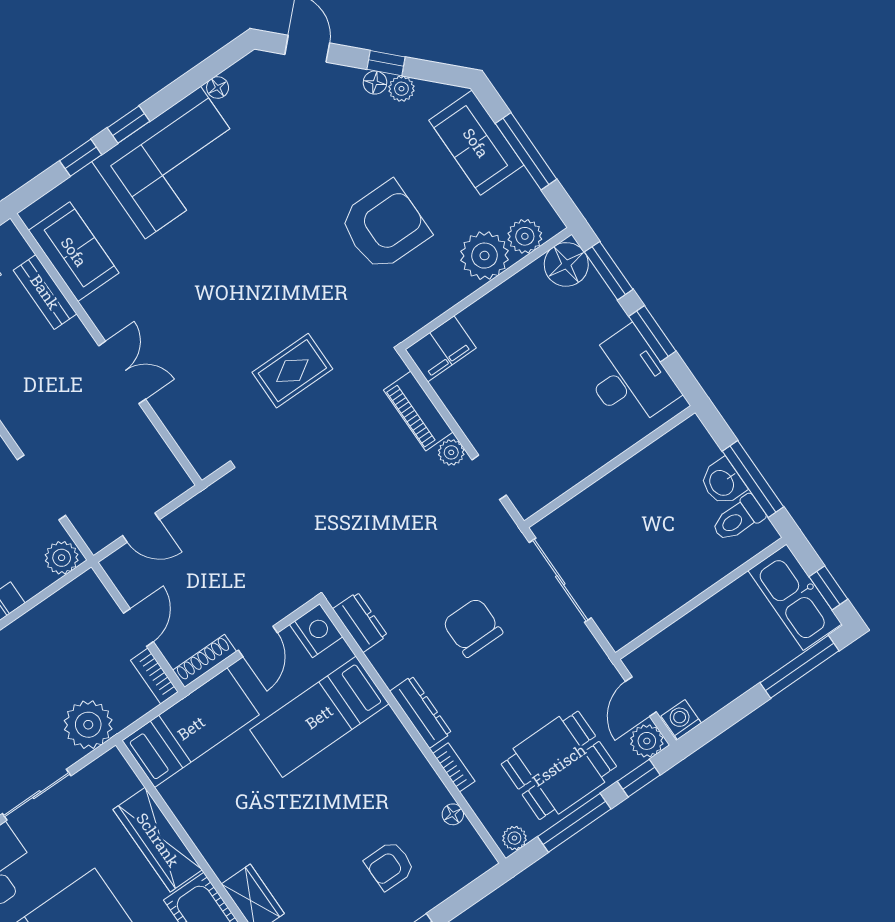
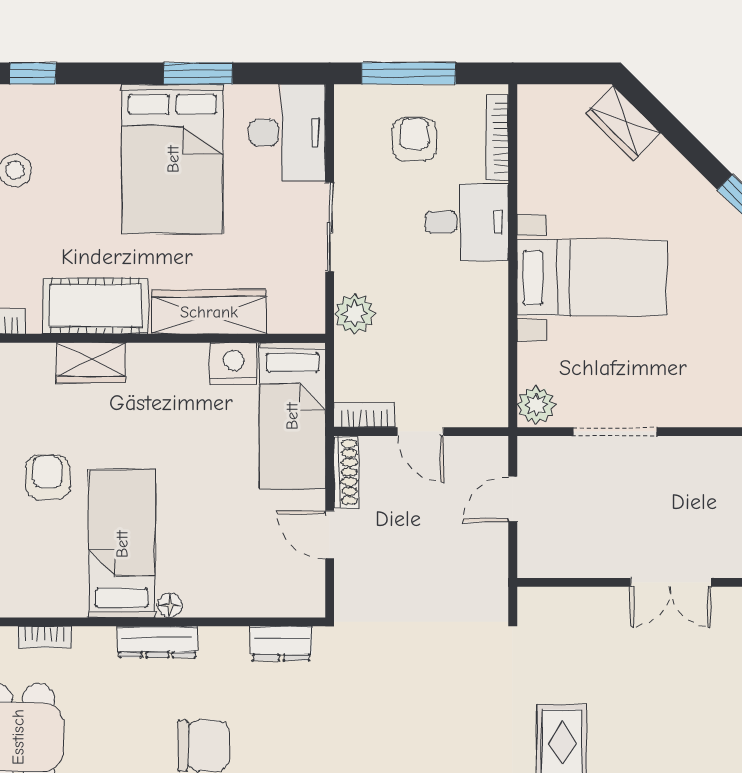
nightstand: (316, 631) -> (233, 364), moved, turned 180
bed: (319, 717) -> (122, 544), moved
plant: (88, 725) -> (354, 314), width x0.73, depth x0.73
bookcase: (454, 767) -> (45, 637), moved
floor lamp: (453, 814) -> (170, 605), moved
armchair: (390, 865) -> (48, 477), moved

